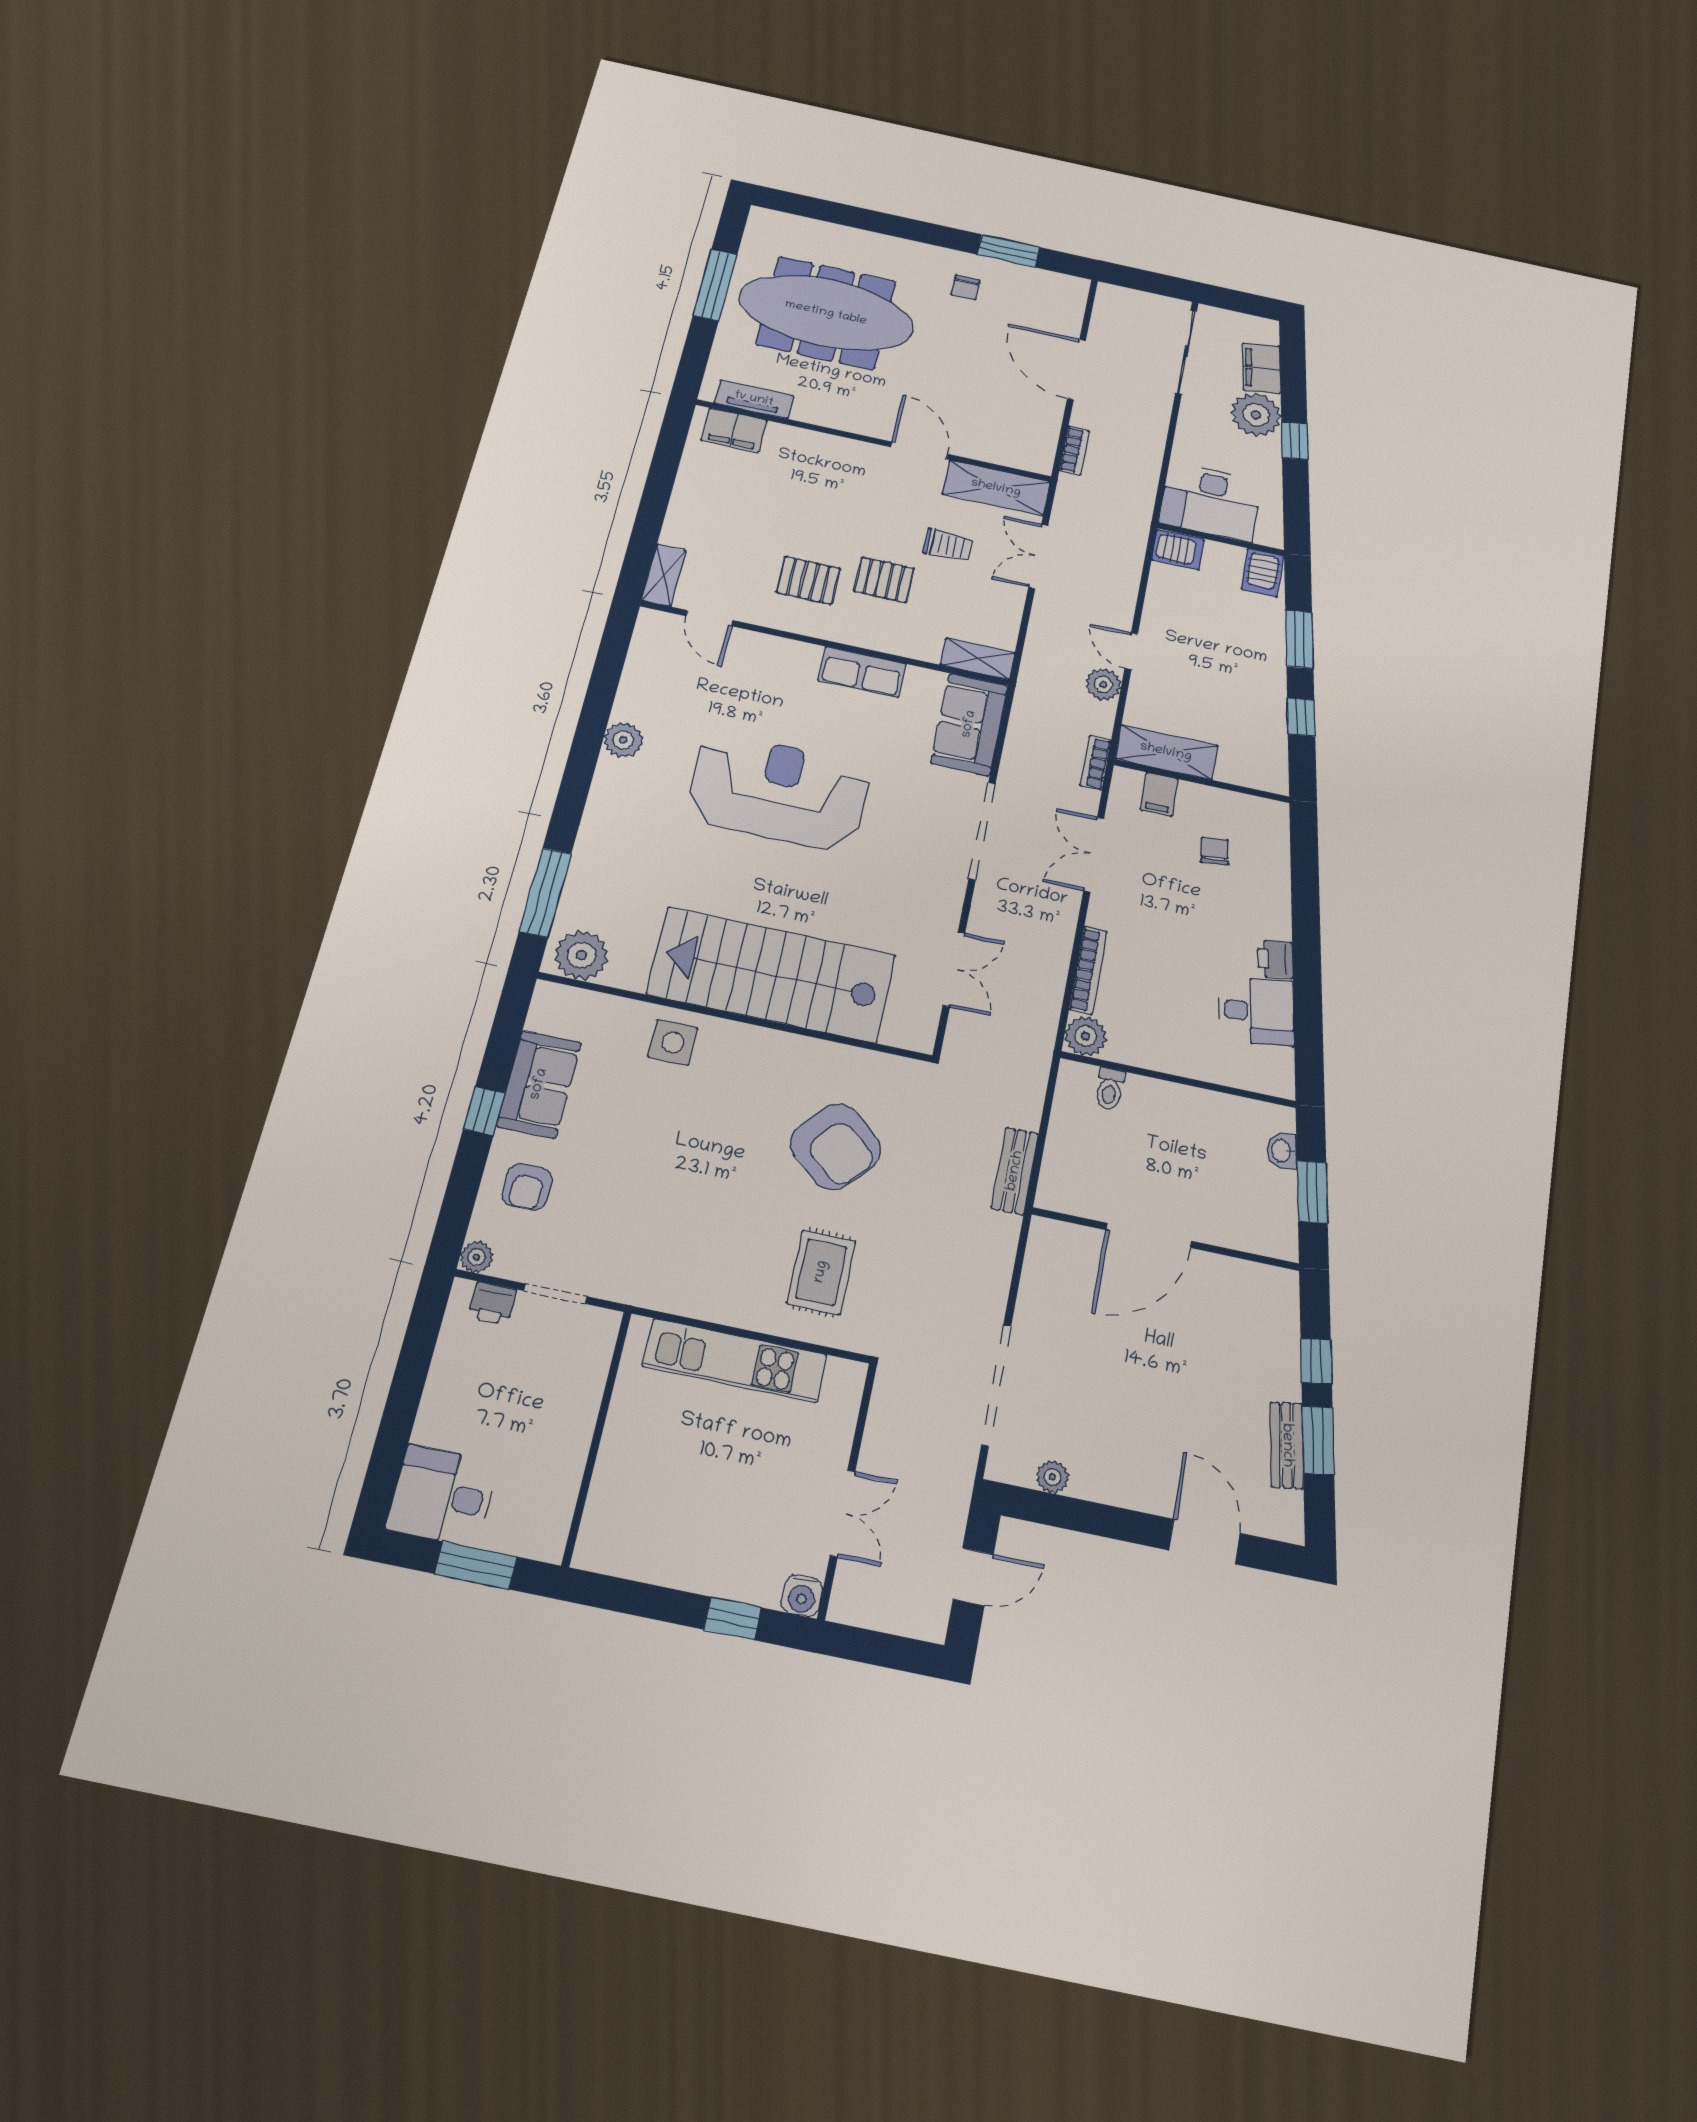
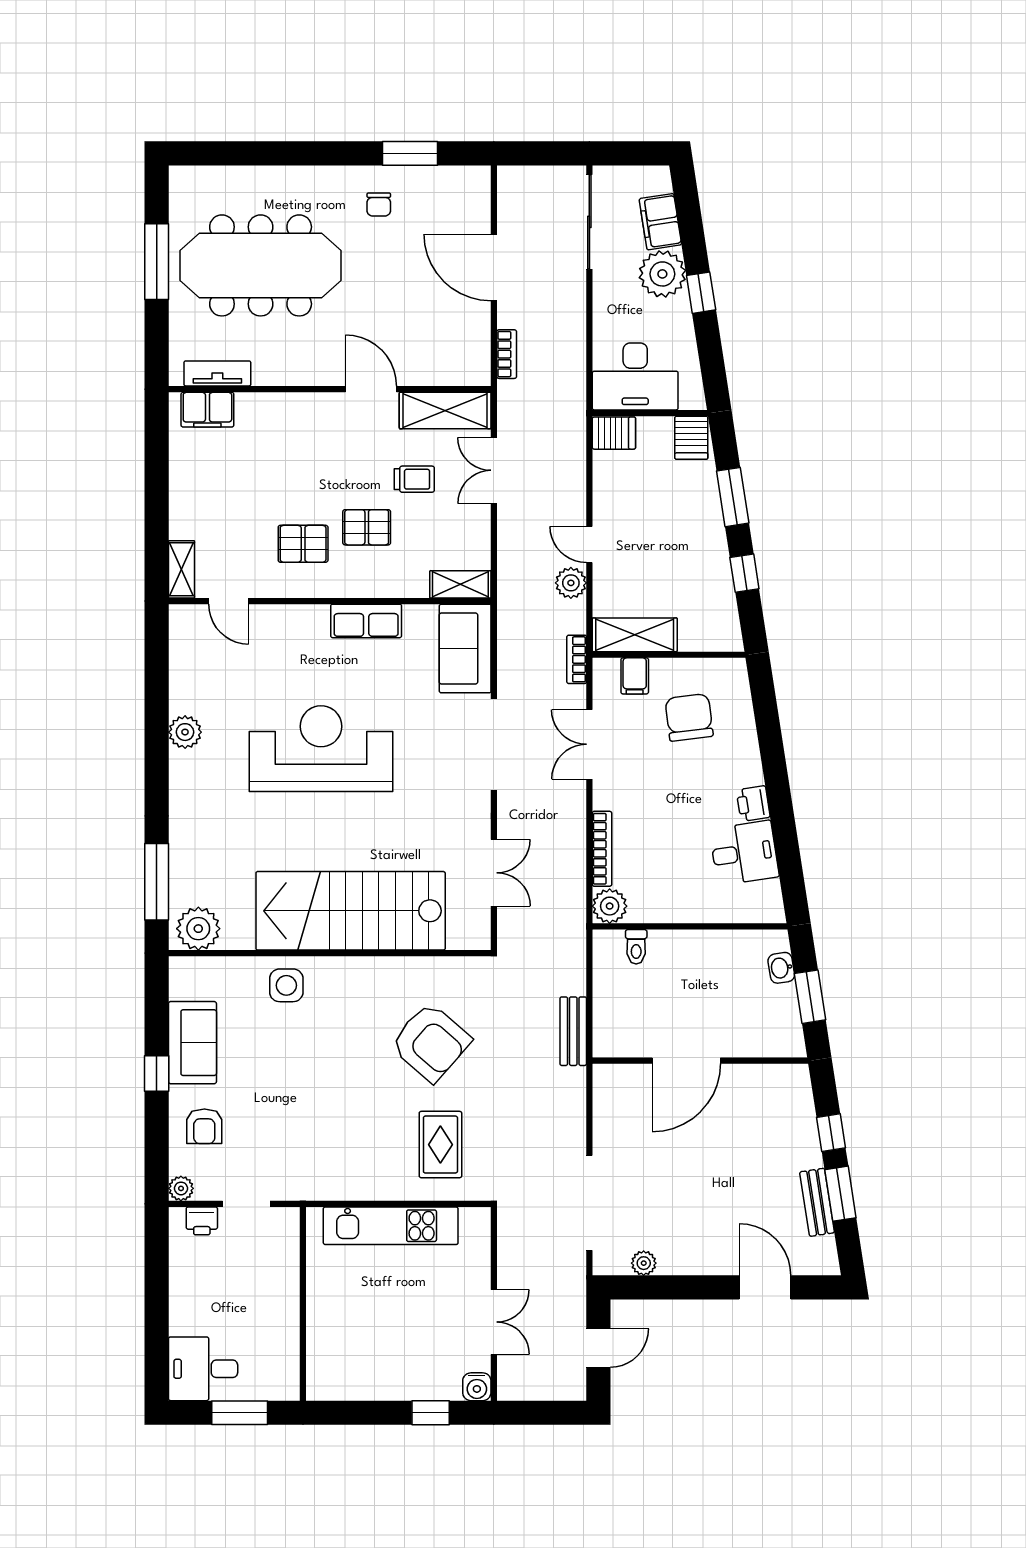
chair: (1215, 851) -> (689, 717), width x1.87, depth x1.87

